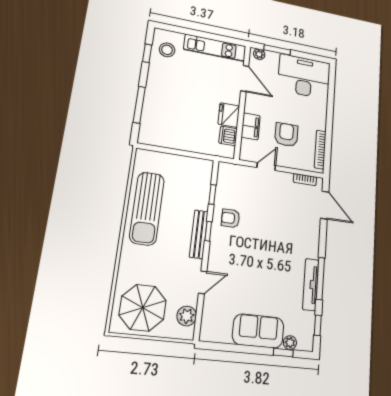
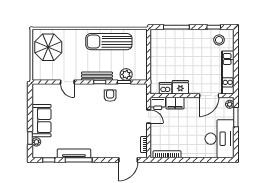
armchair: (286, 135) -> (174, 129), removed
printer: (249, 151) -> (158, 103), added
plant: (187, 316) -> (126, 74), moved

